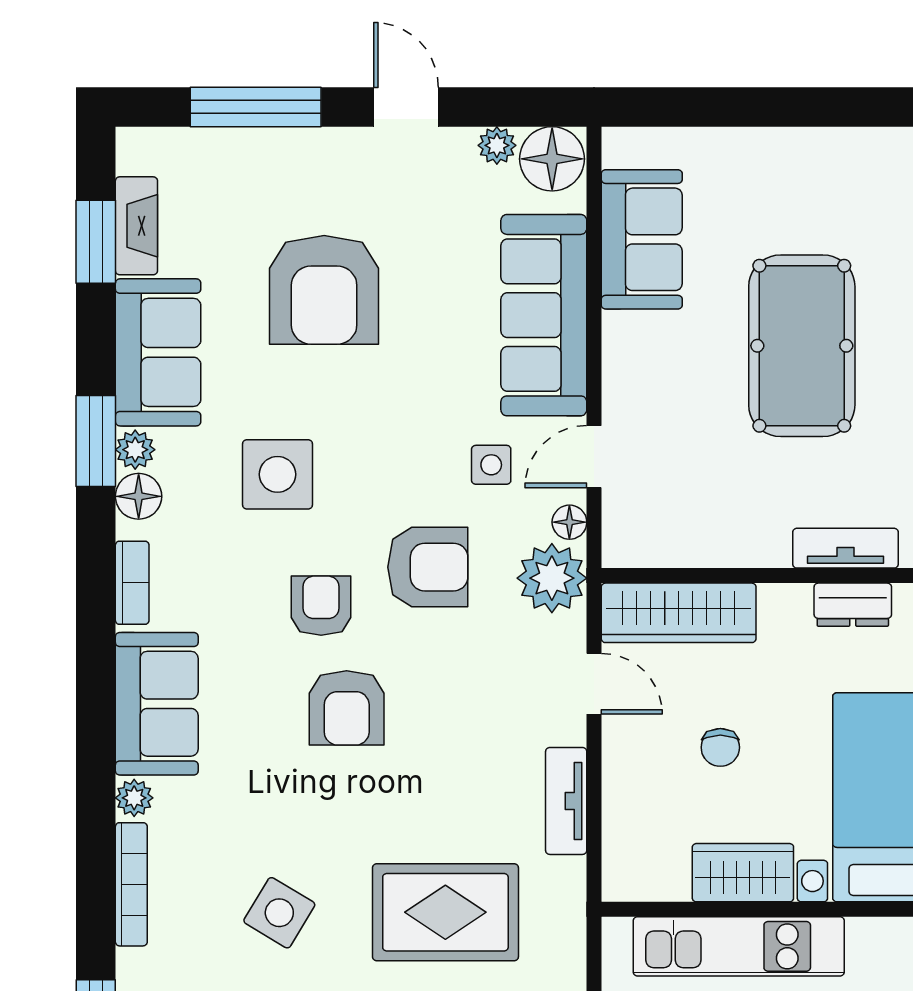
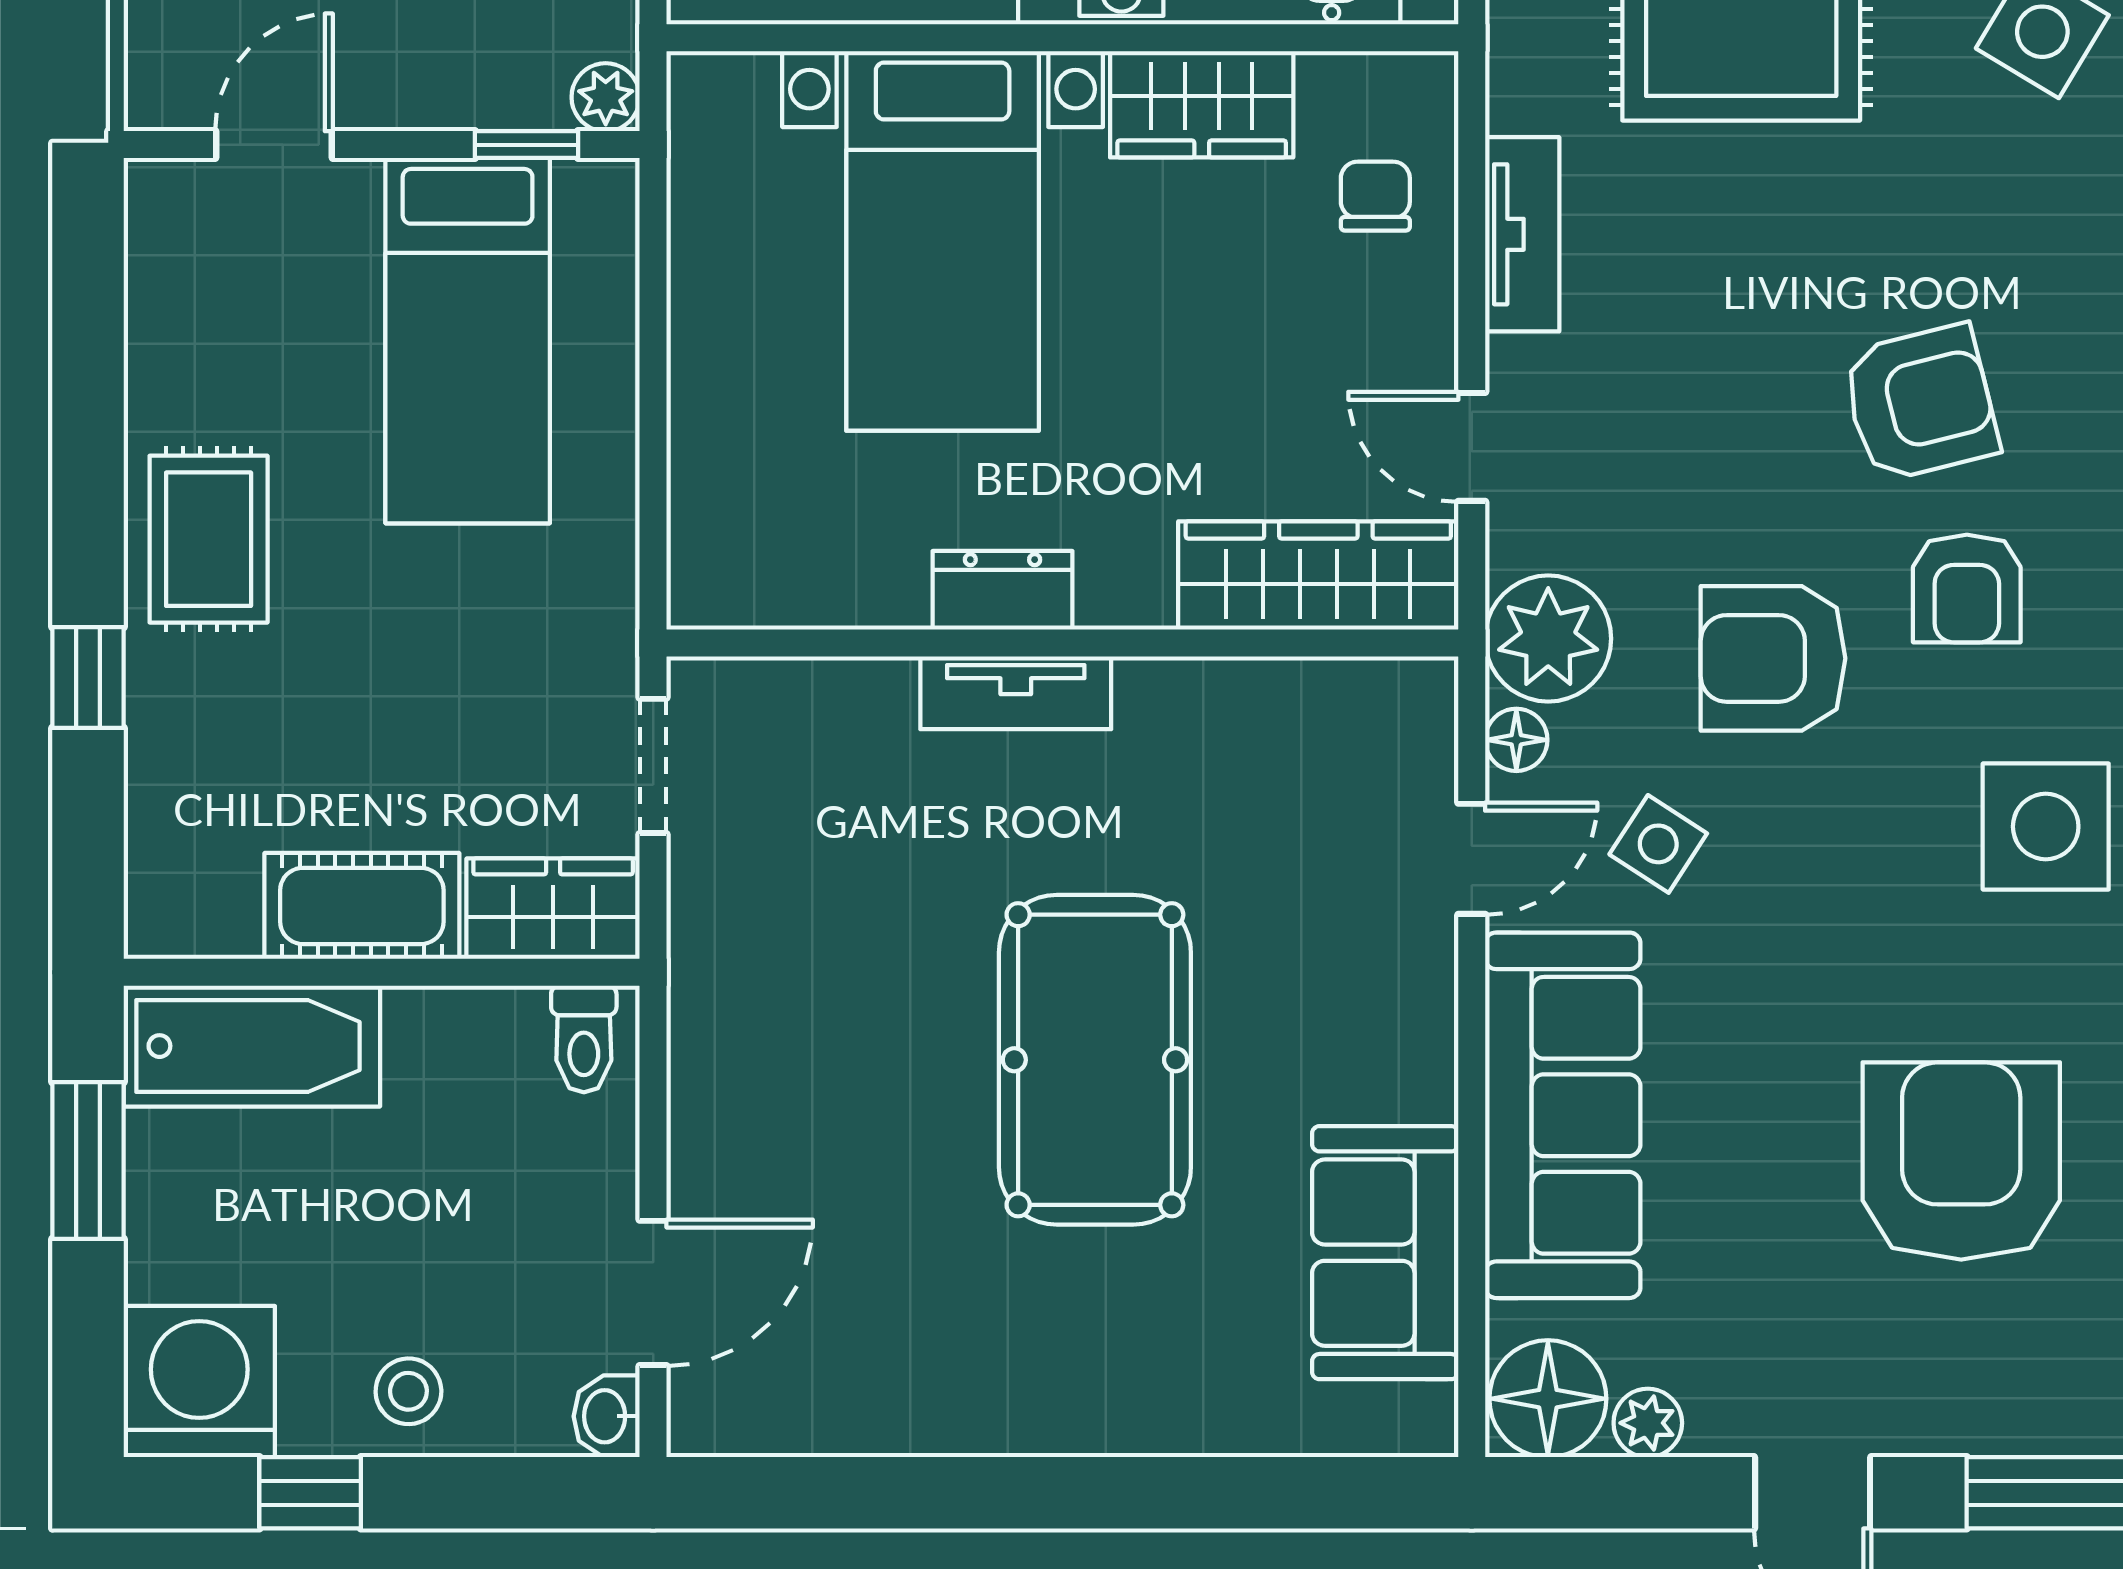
side table: (491, 465) -> (1658, 844), turned 33
armchair: (347, 708) -> (1920, 403), turned 76
chair: (720, 747) -> (1375, 196), moved

